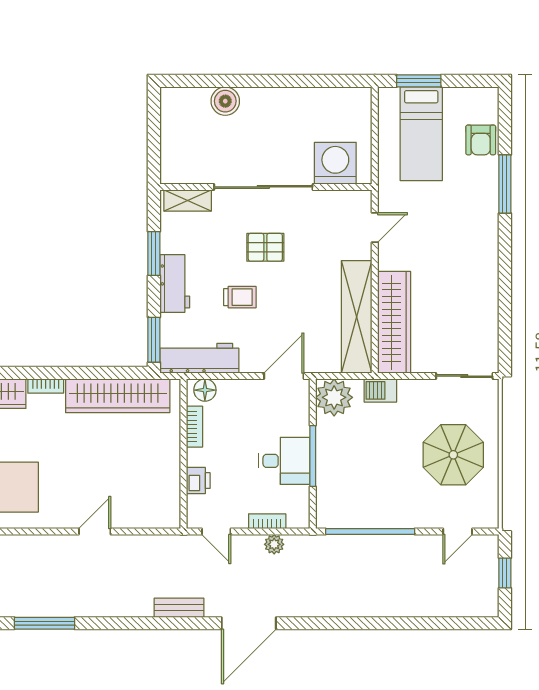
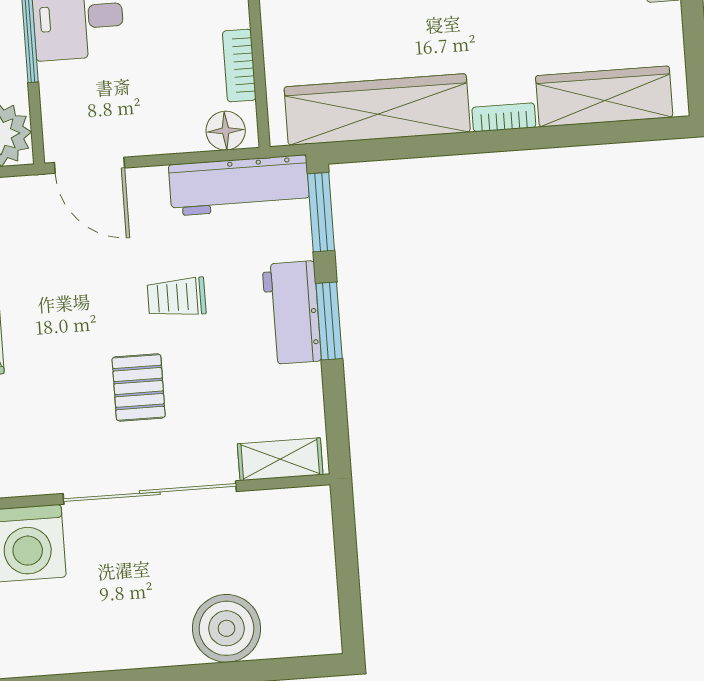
boiler: (225, 101) -> (226, 628), width x1.37, depth x1.37
pallet: (265, 247) -> (139, 387), turned 90
window: (154, 253) -> (329, 321), moved
door: (284, 376) -> (89, 165), hinge flipped

